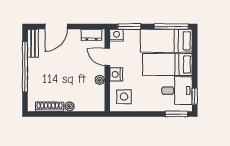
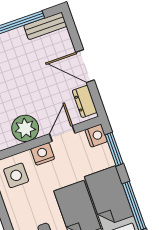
door: (56, 27) -> (85, 66), moved
plant: (100, 80) -> (25, 128), width x1.88, depth x1.88

